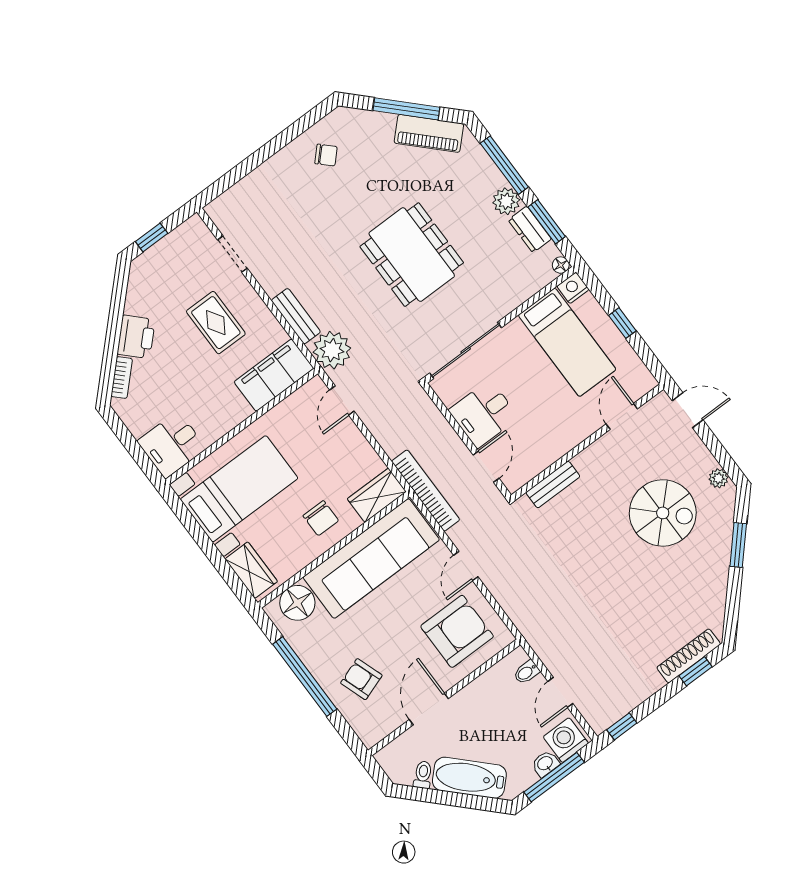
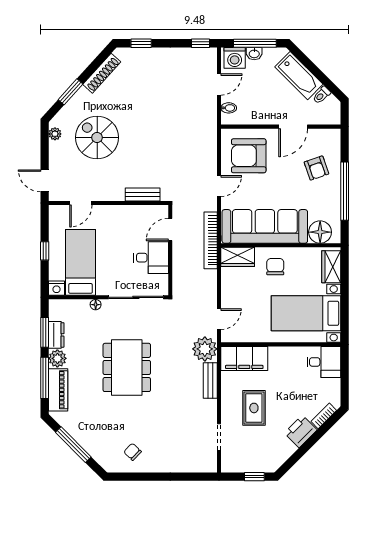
piano: (429, 133) -> (58, 390), moved, turned 45
floor lamp: (561, 265) -> (96, 305), moved
shoe rack: (689, 656) -> (102, 73), moved, turned -48

